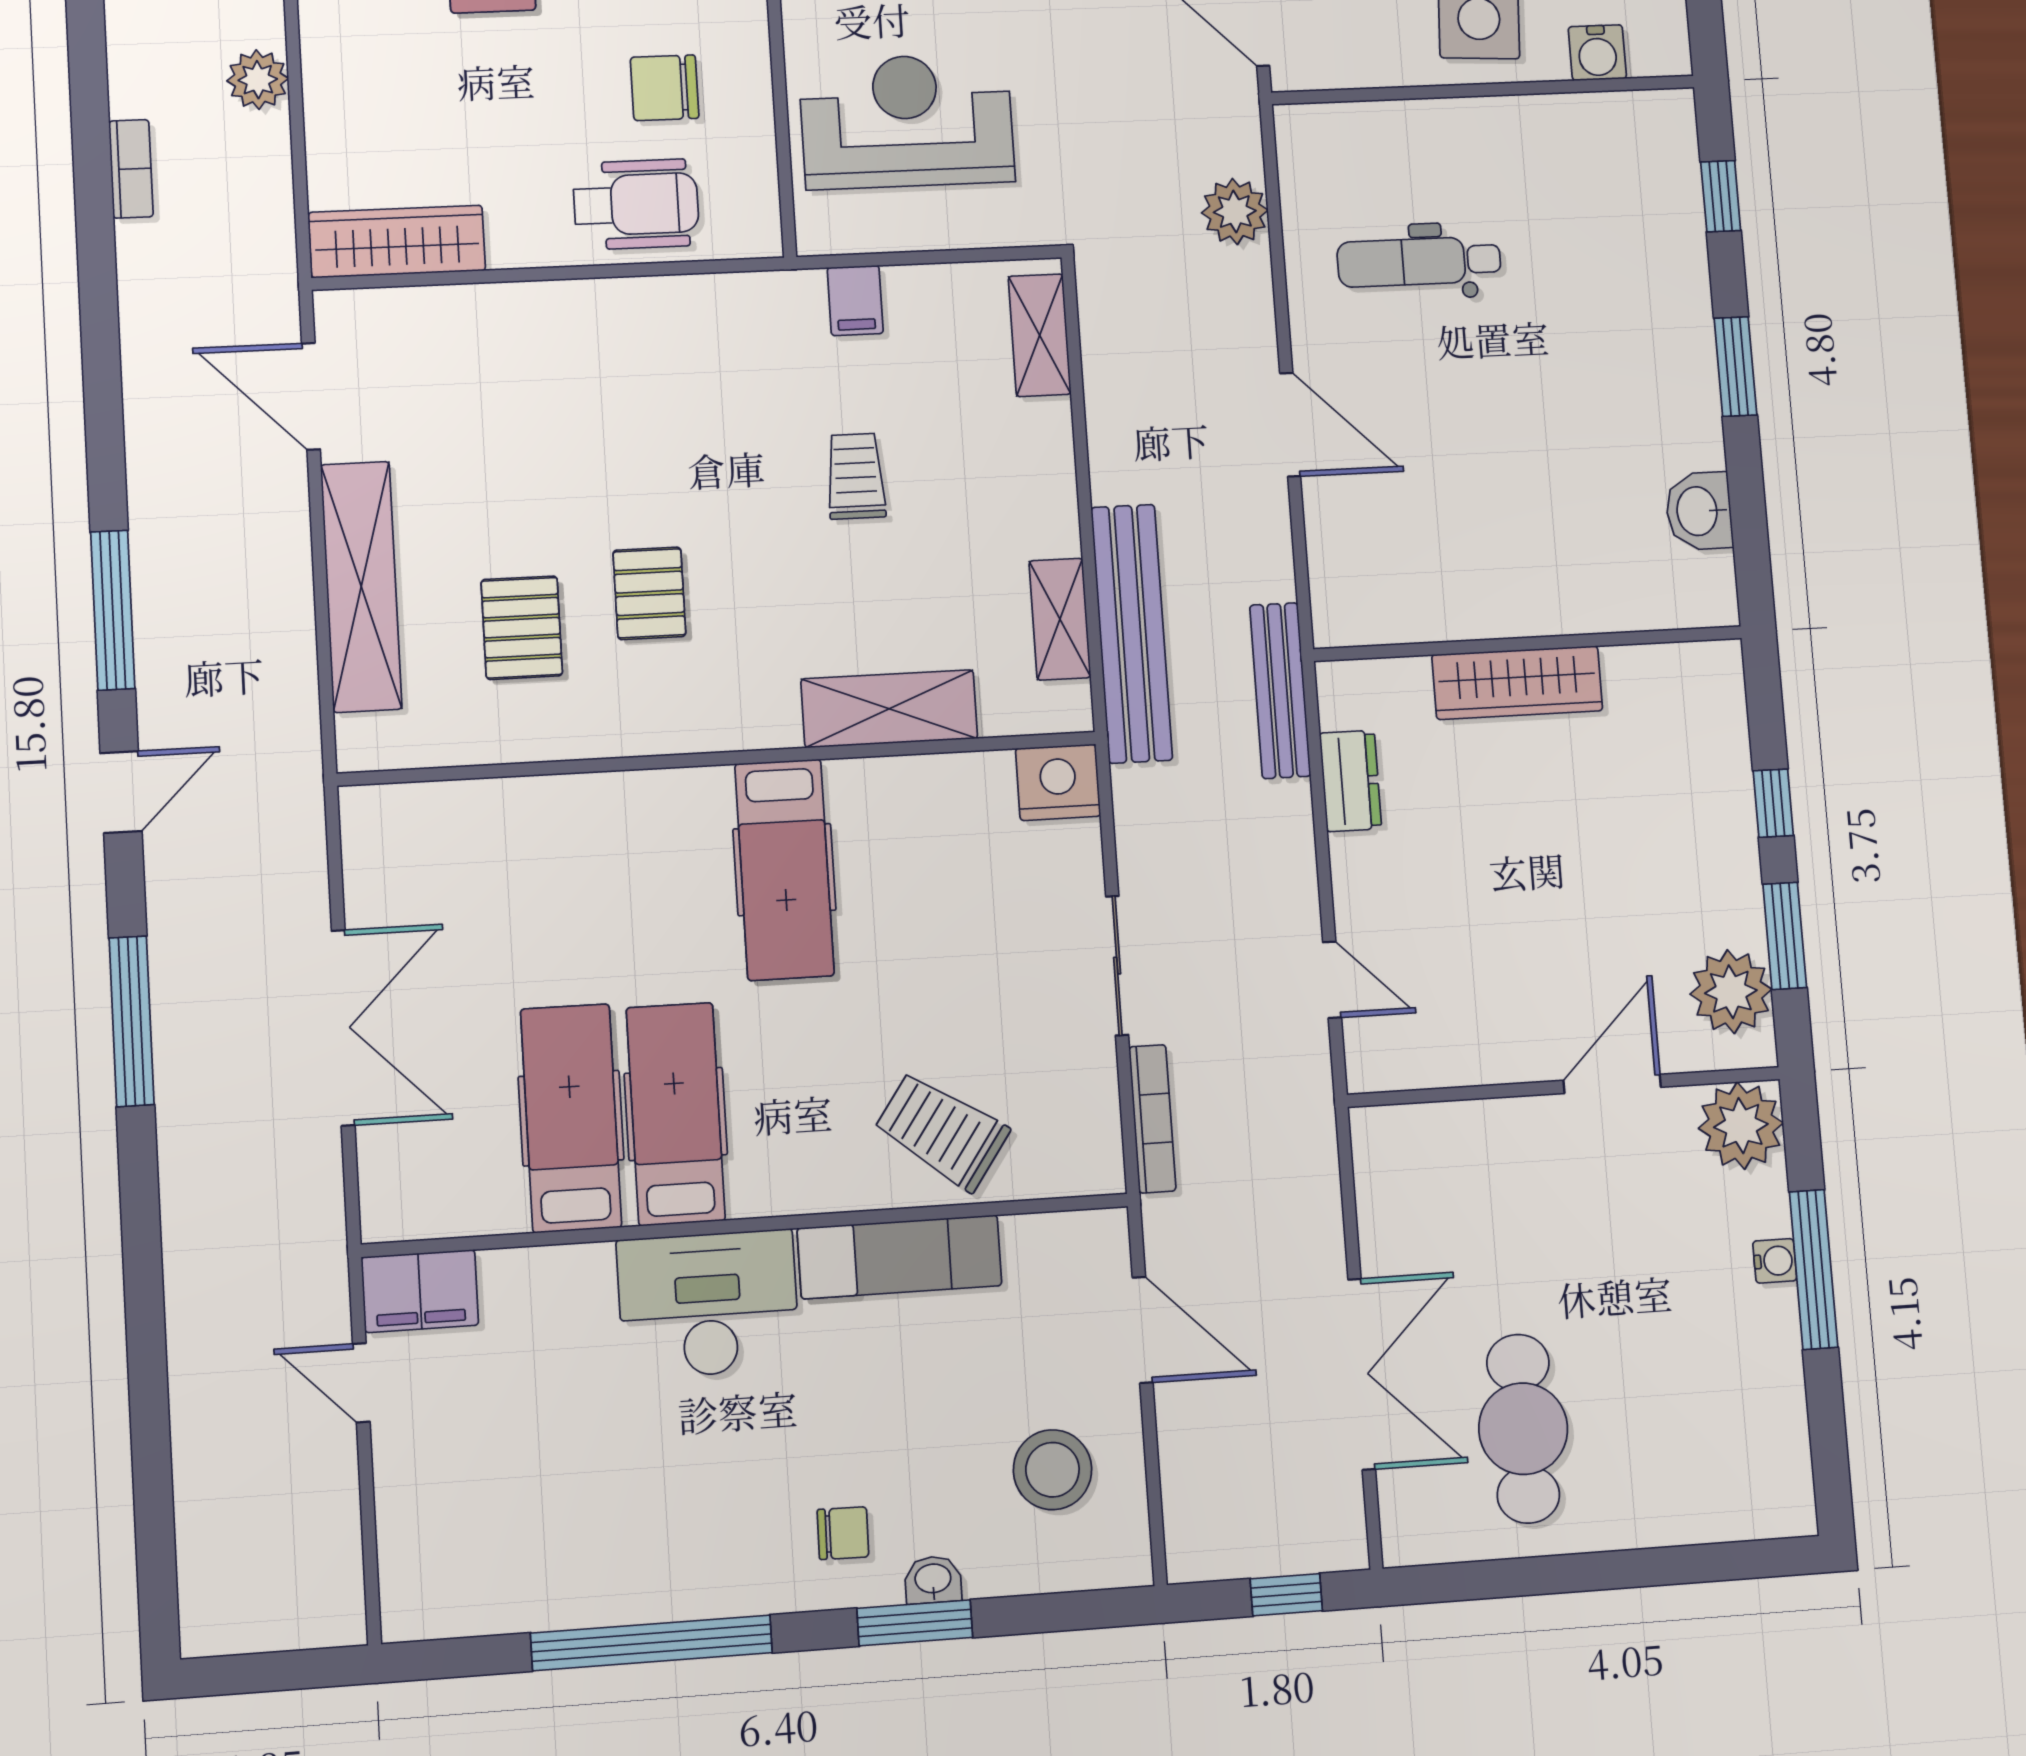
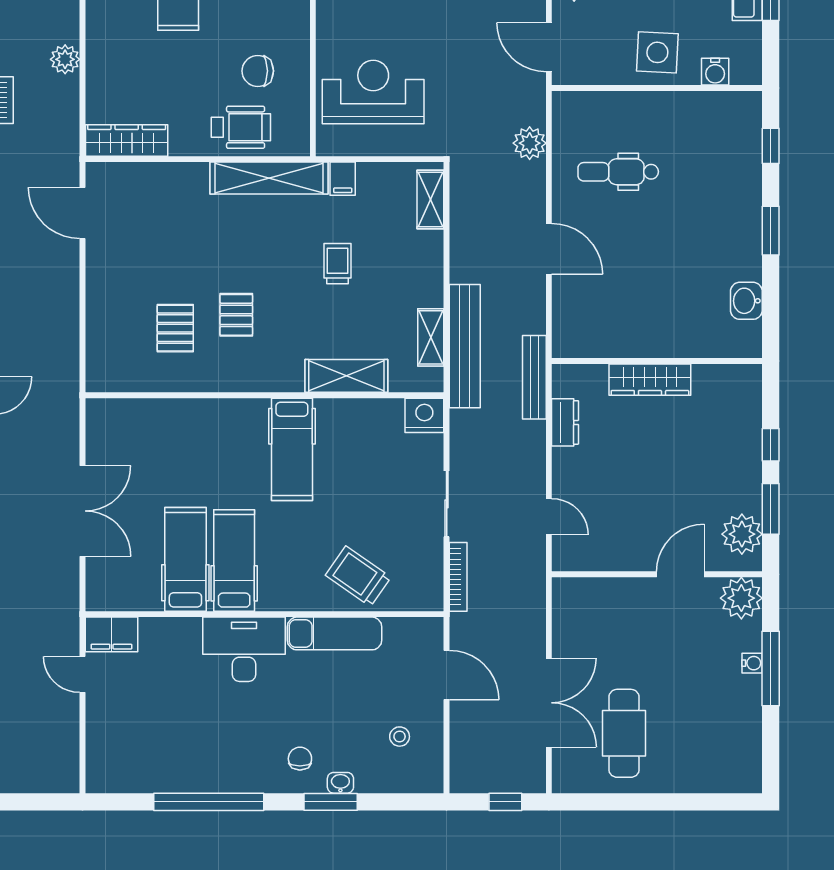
shelving: (361, 587) -> (269, 178), moved, turned 90
stool: (1052, 1470) -> (400, 737), width x0.53, depth x0.53
chair: (843, 1533) -> (300, 759), turned -91

